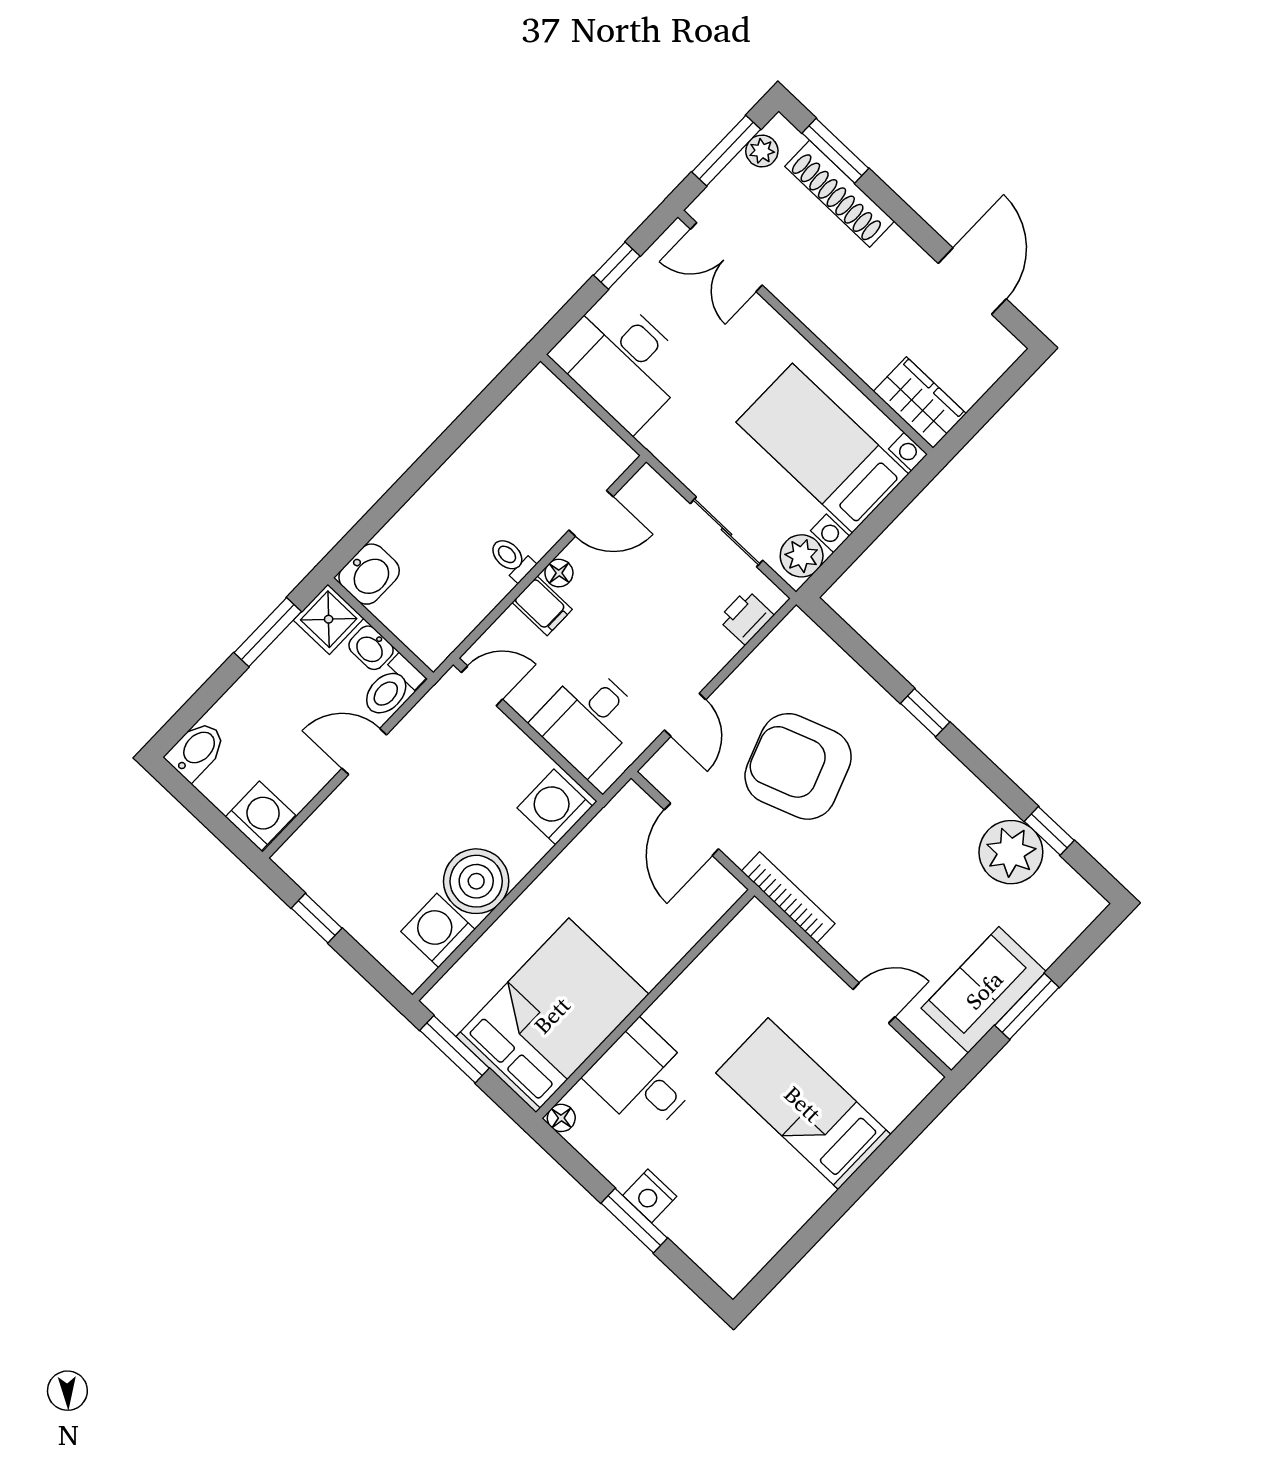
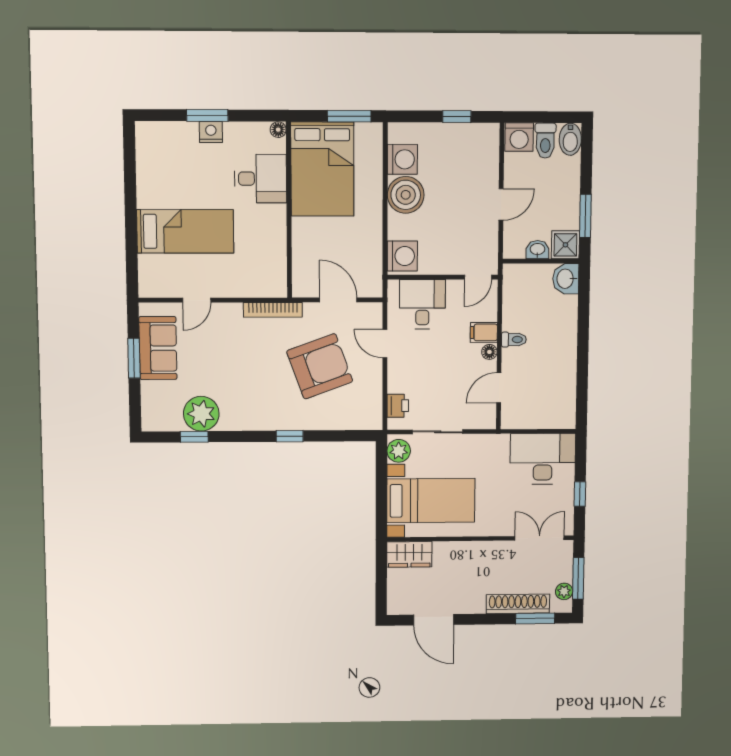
toilet: (392, 687) -> (545, 141), moved, turned 180

